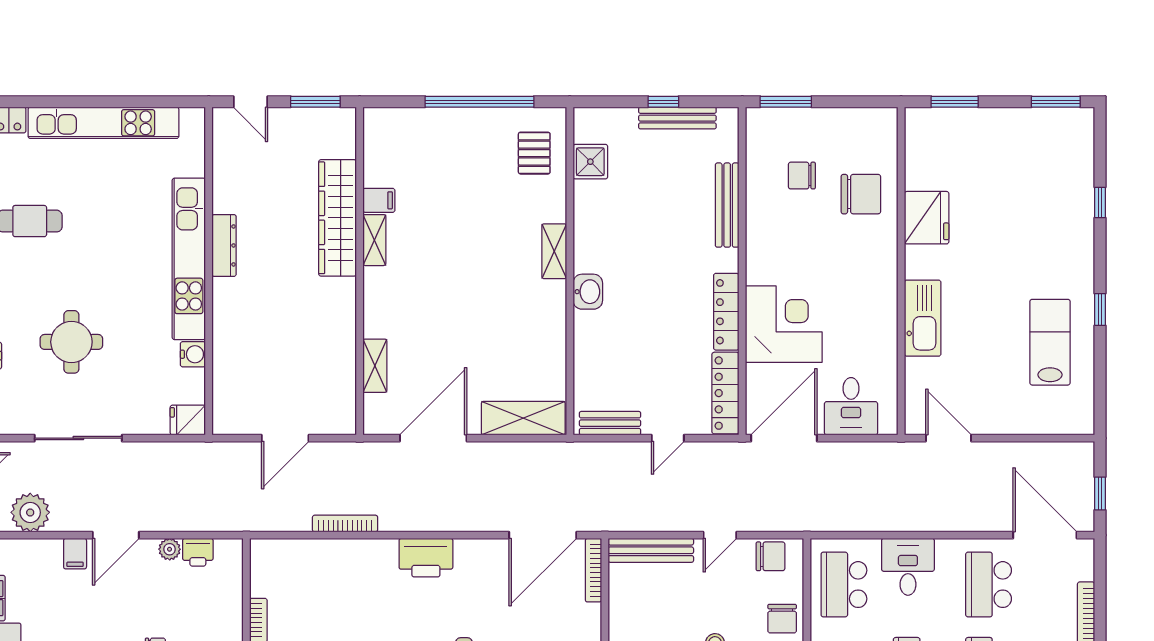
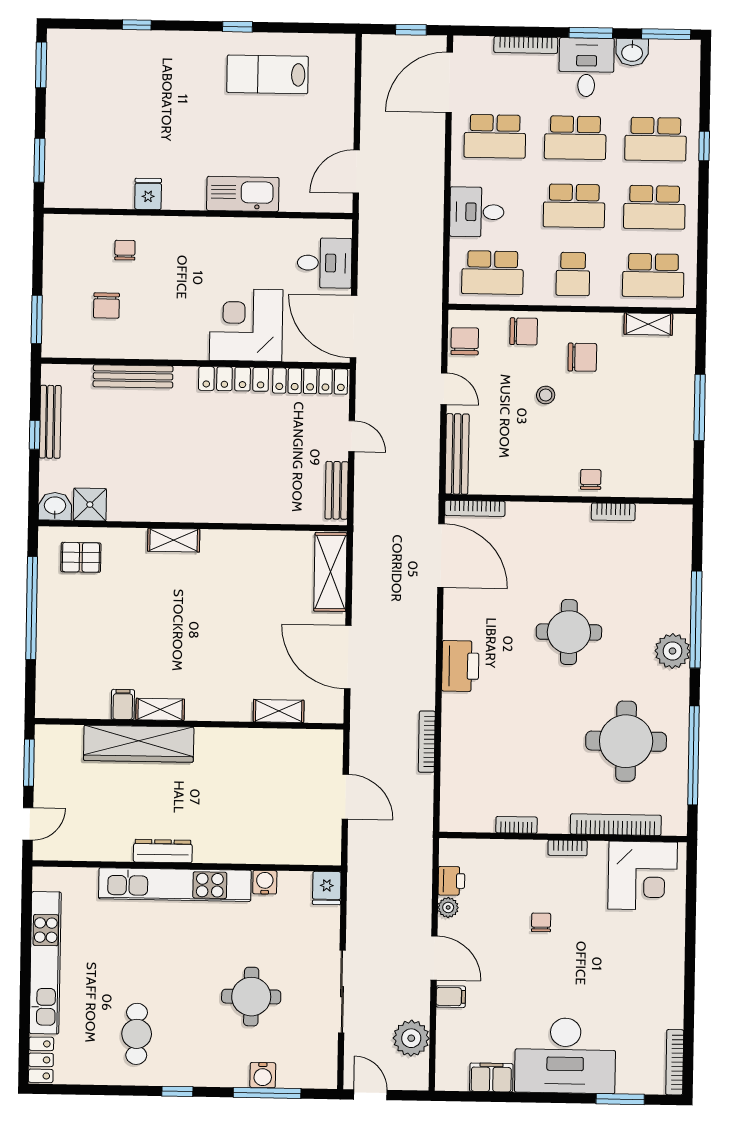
chair: (861, 194) -> (125, 250), width x0.54, depth x0.54
fridge: (927, 218) -> (148, 194), width x0.53, depth x0.75
washbasin: (588, 292) -> (55, 506), moved

